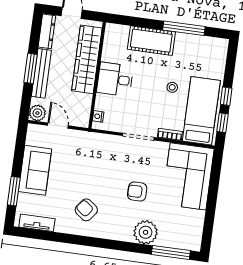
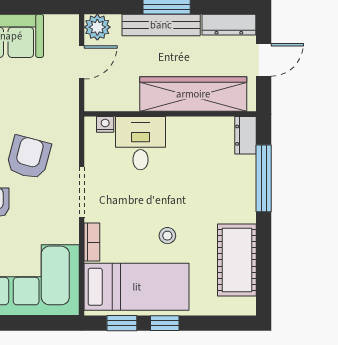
window: (184, 28) -> (264, 178), moved
dresser: (117, 30) -> (246, 135), added
cot: (151, 41) -> (237, 260), moved
desk: (115, 79) -> (140, 143), moved
armchair: (112, 166) -> (29, 157), added

